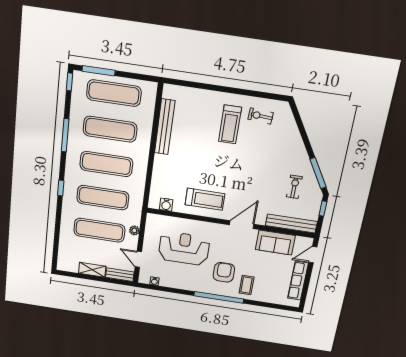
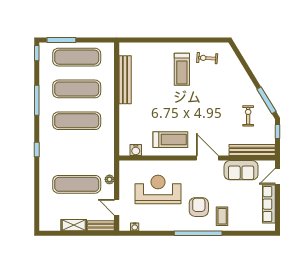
exercise mat: (103, 198) -> (77, 153), removed
door: (242, 225) -> (207, 158), hinge flipped

